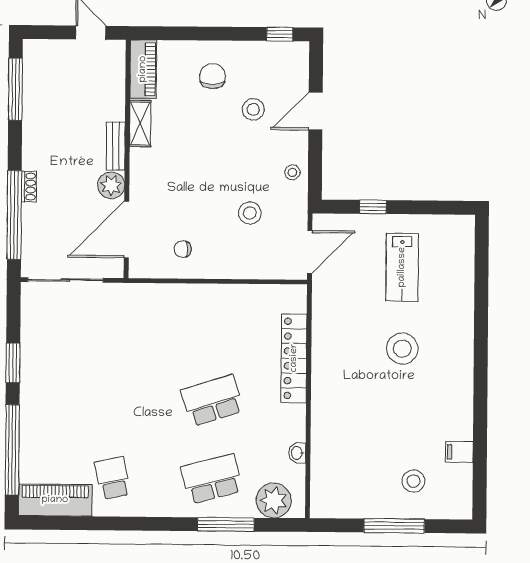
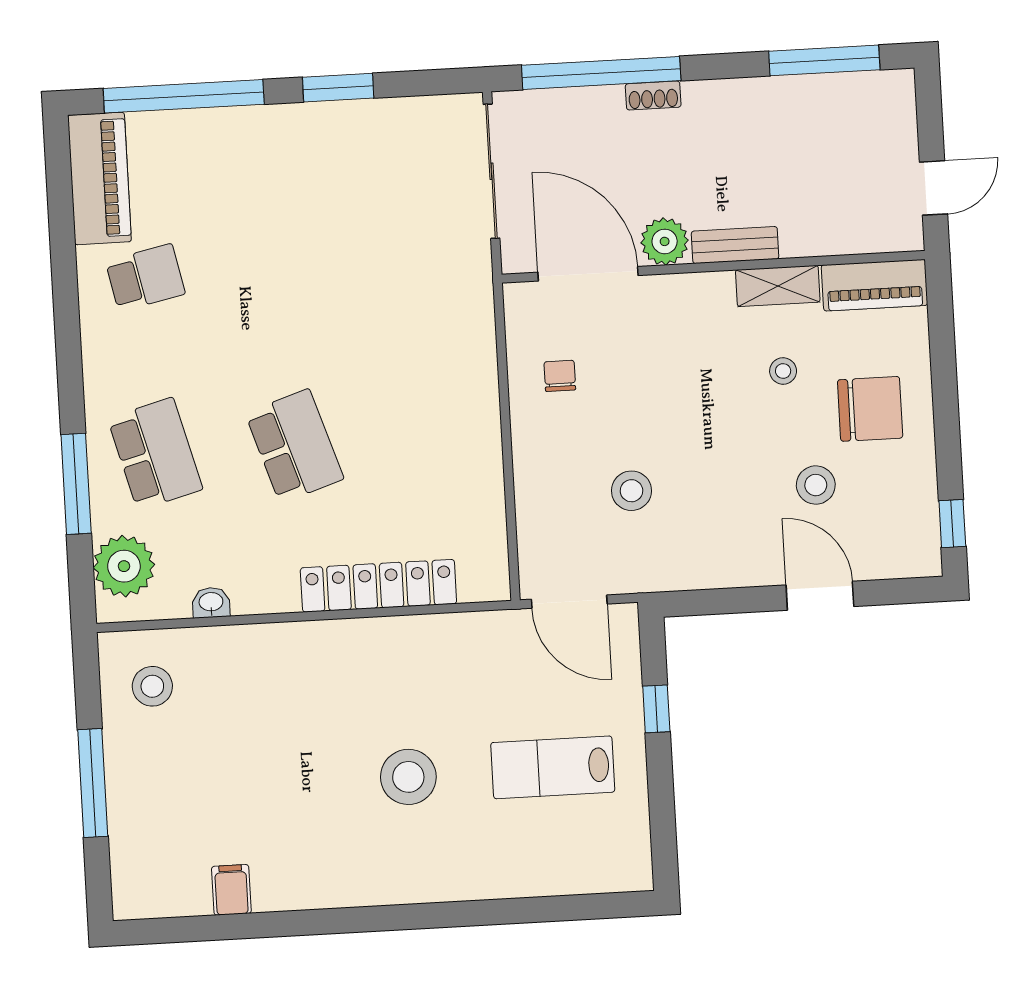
chair: (213, 76) -> (870, 409), width x1.37, depth x1.37
stool: (292, 172) -> (783, 371), moved
stool: (413, 481) -> (152, 686), moved

